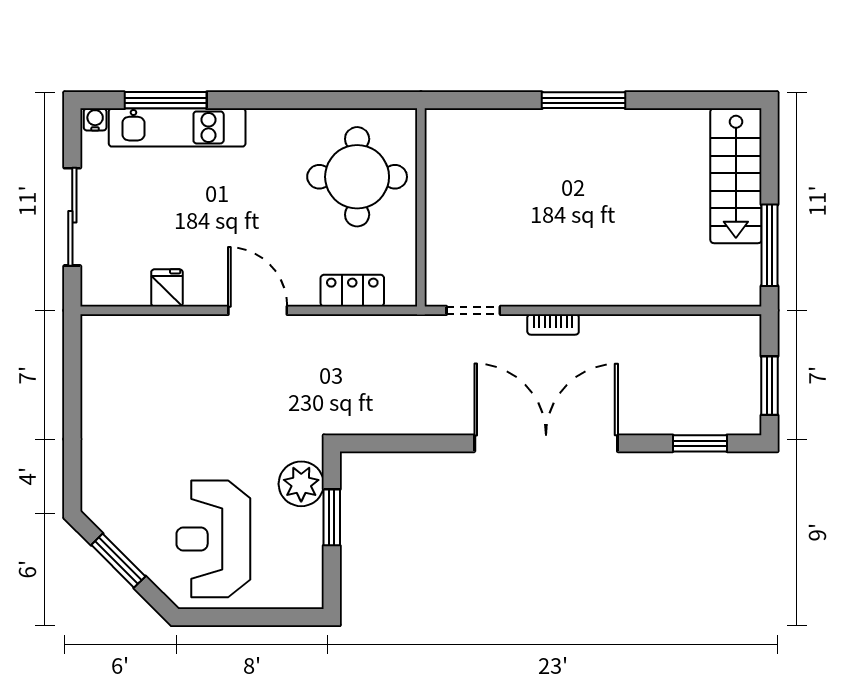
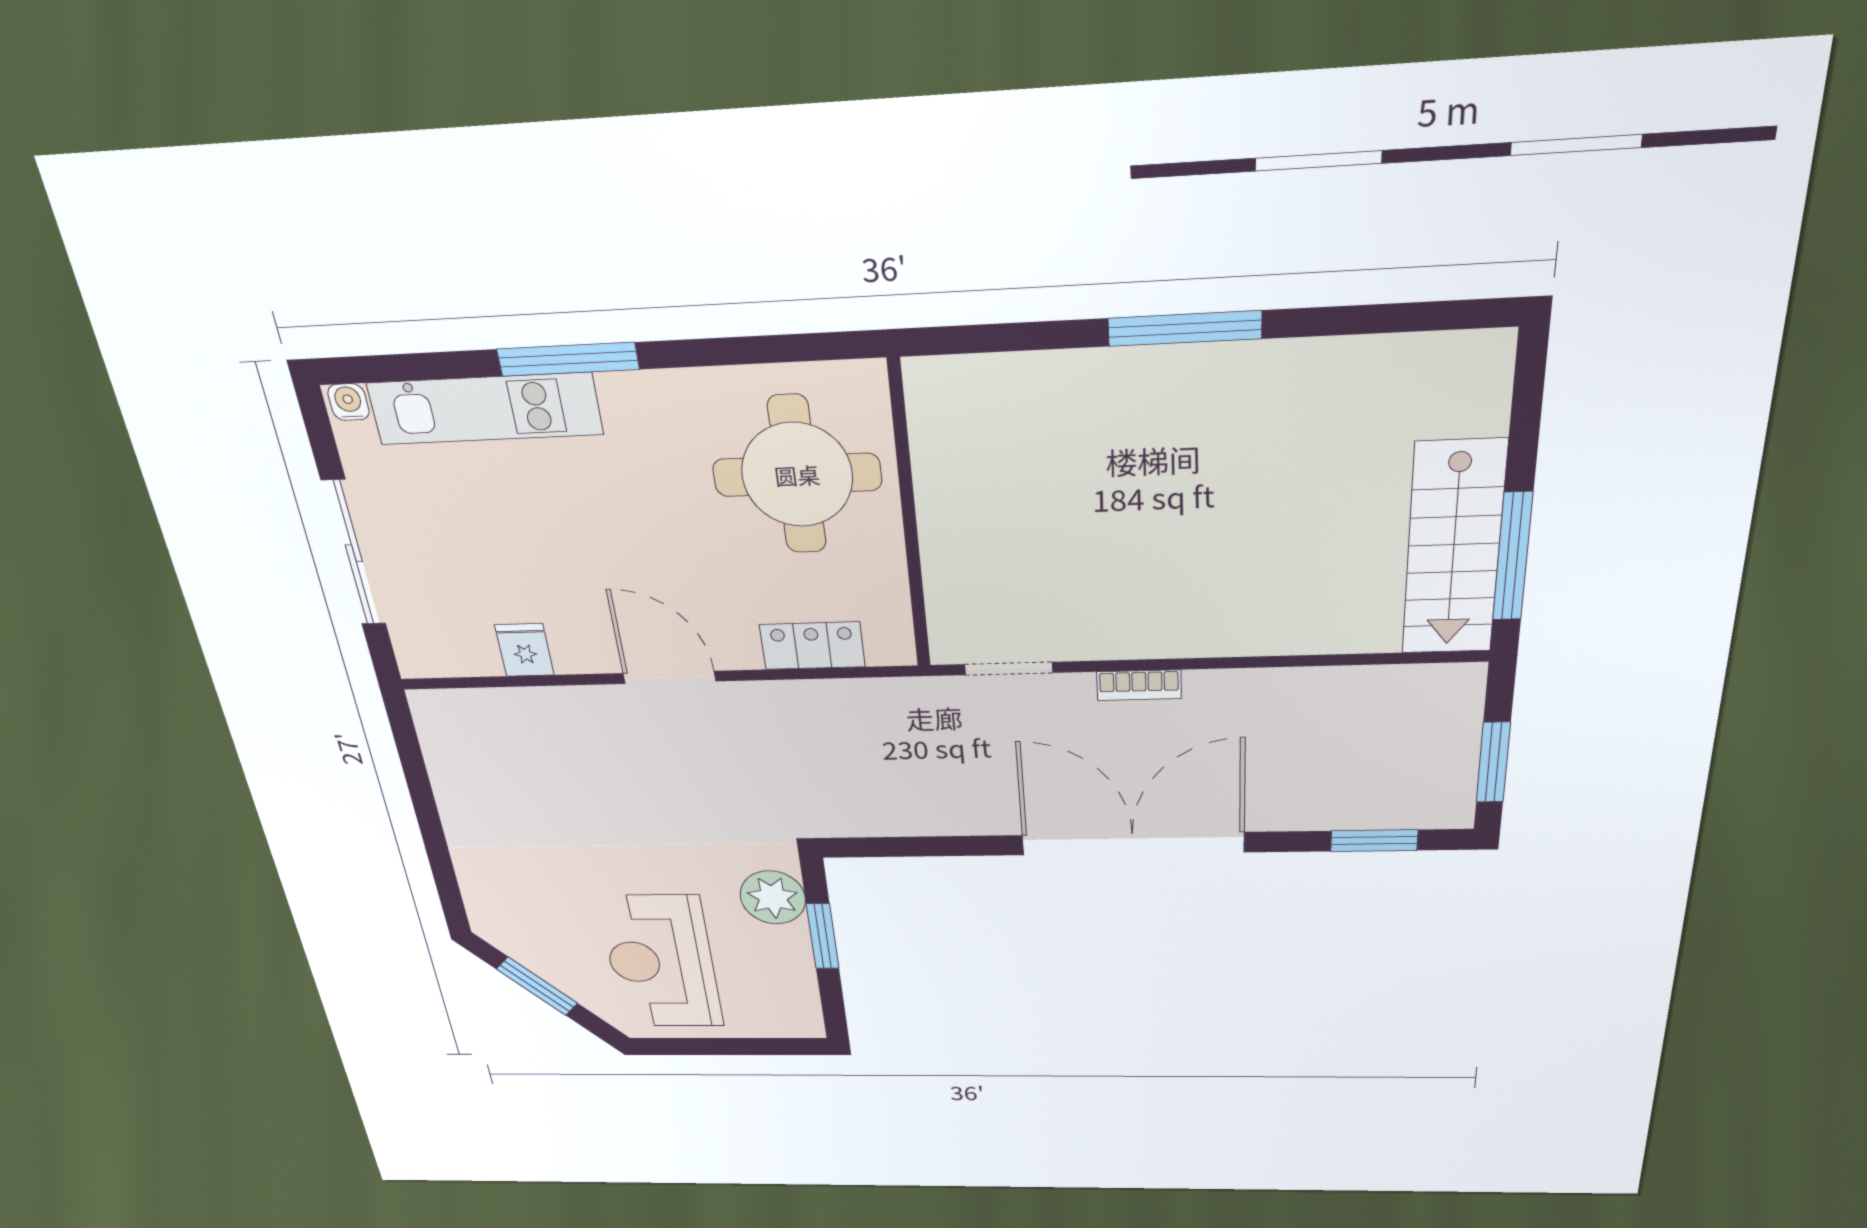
window: (166, 100) -> (568, 359), moved
stairs: (736, 176) -> (1454, 549), moved

